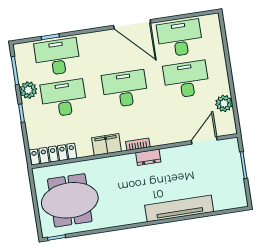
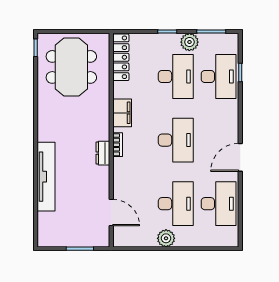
door: (132, 24) -> (240, 157), width x0.73
plant: (224, 103) -> (166, 238), moved

